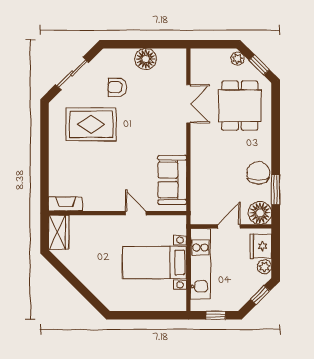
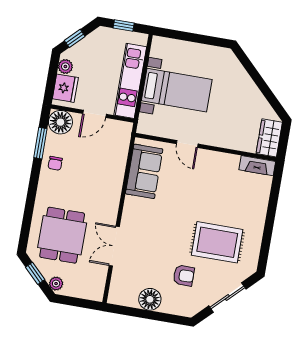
chair: (258, 173) -> (55, 163), width x0.54, depth x0.54

